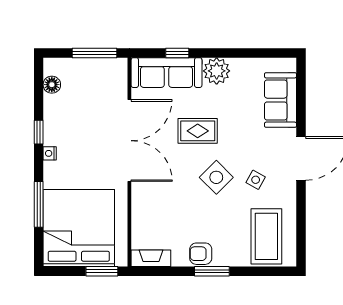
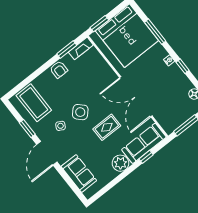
window: (301, 210) -> (27, 129), added
armchair: (201, 254) -> (59, 70), turned 90
window: (212, 271) -> (67, 50), moved

